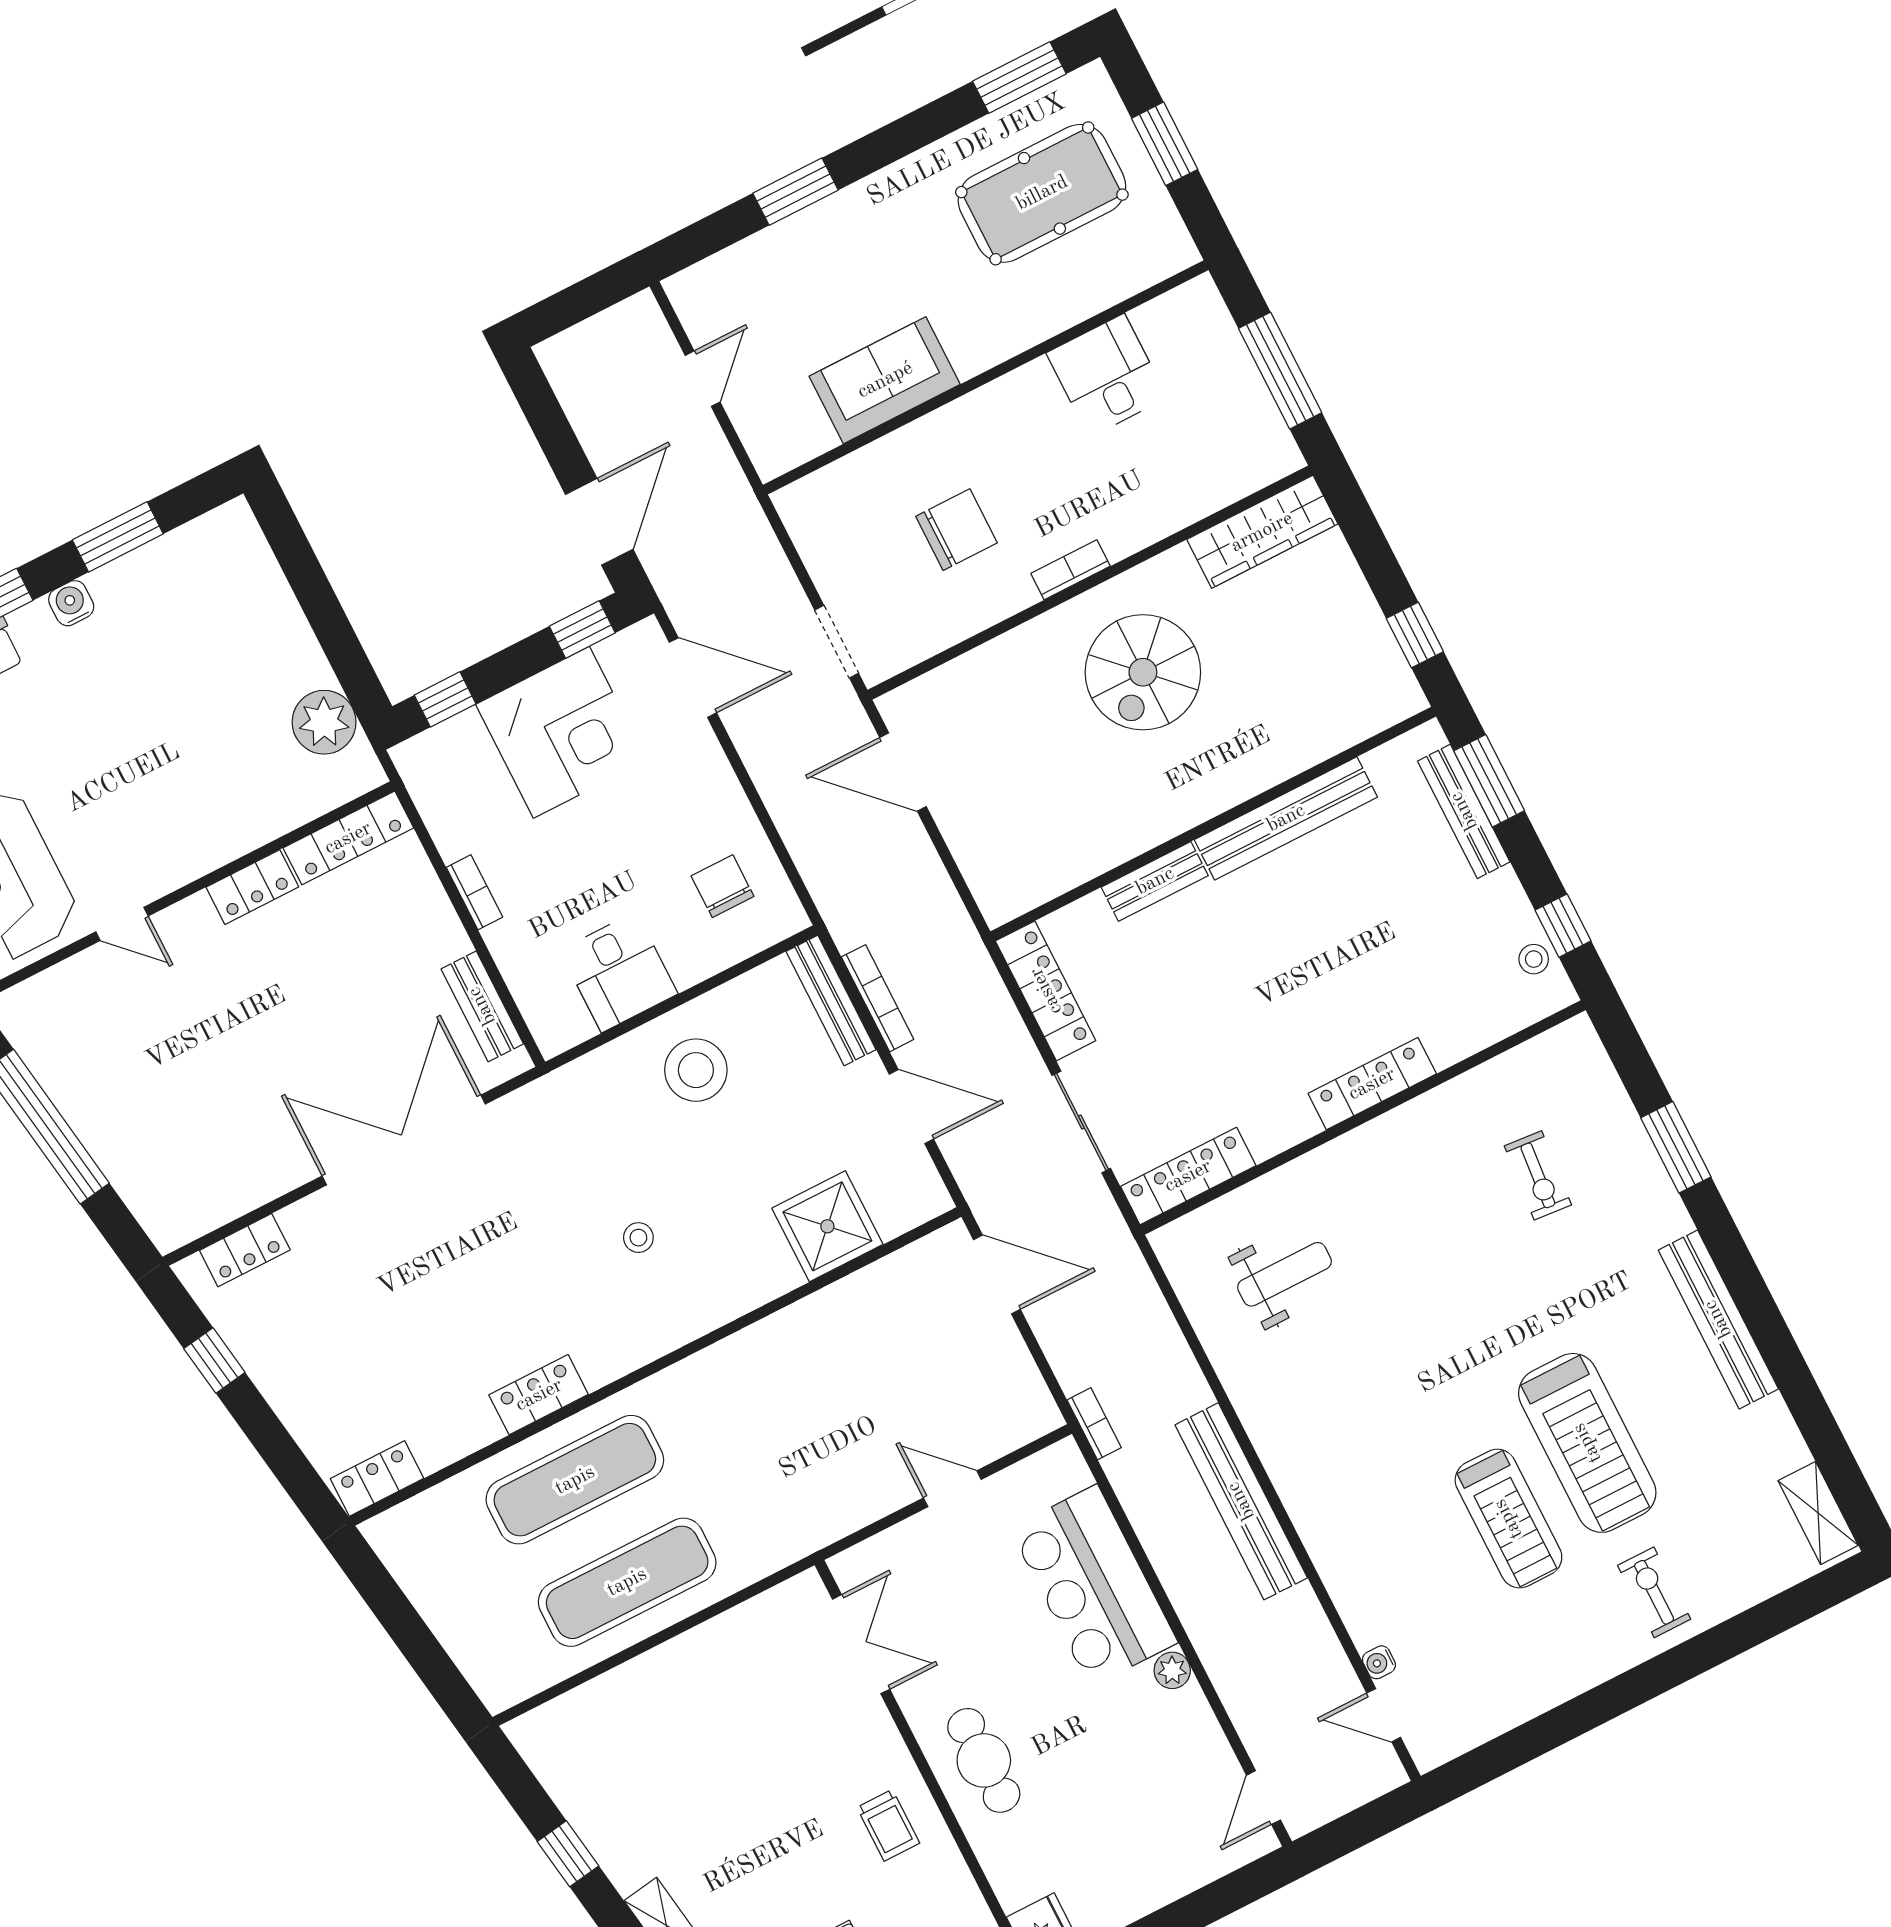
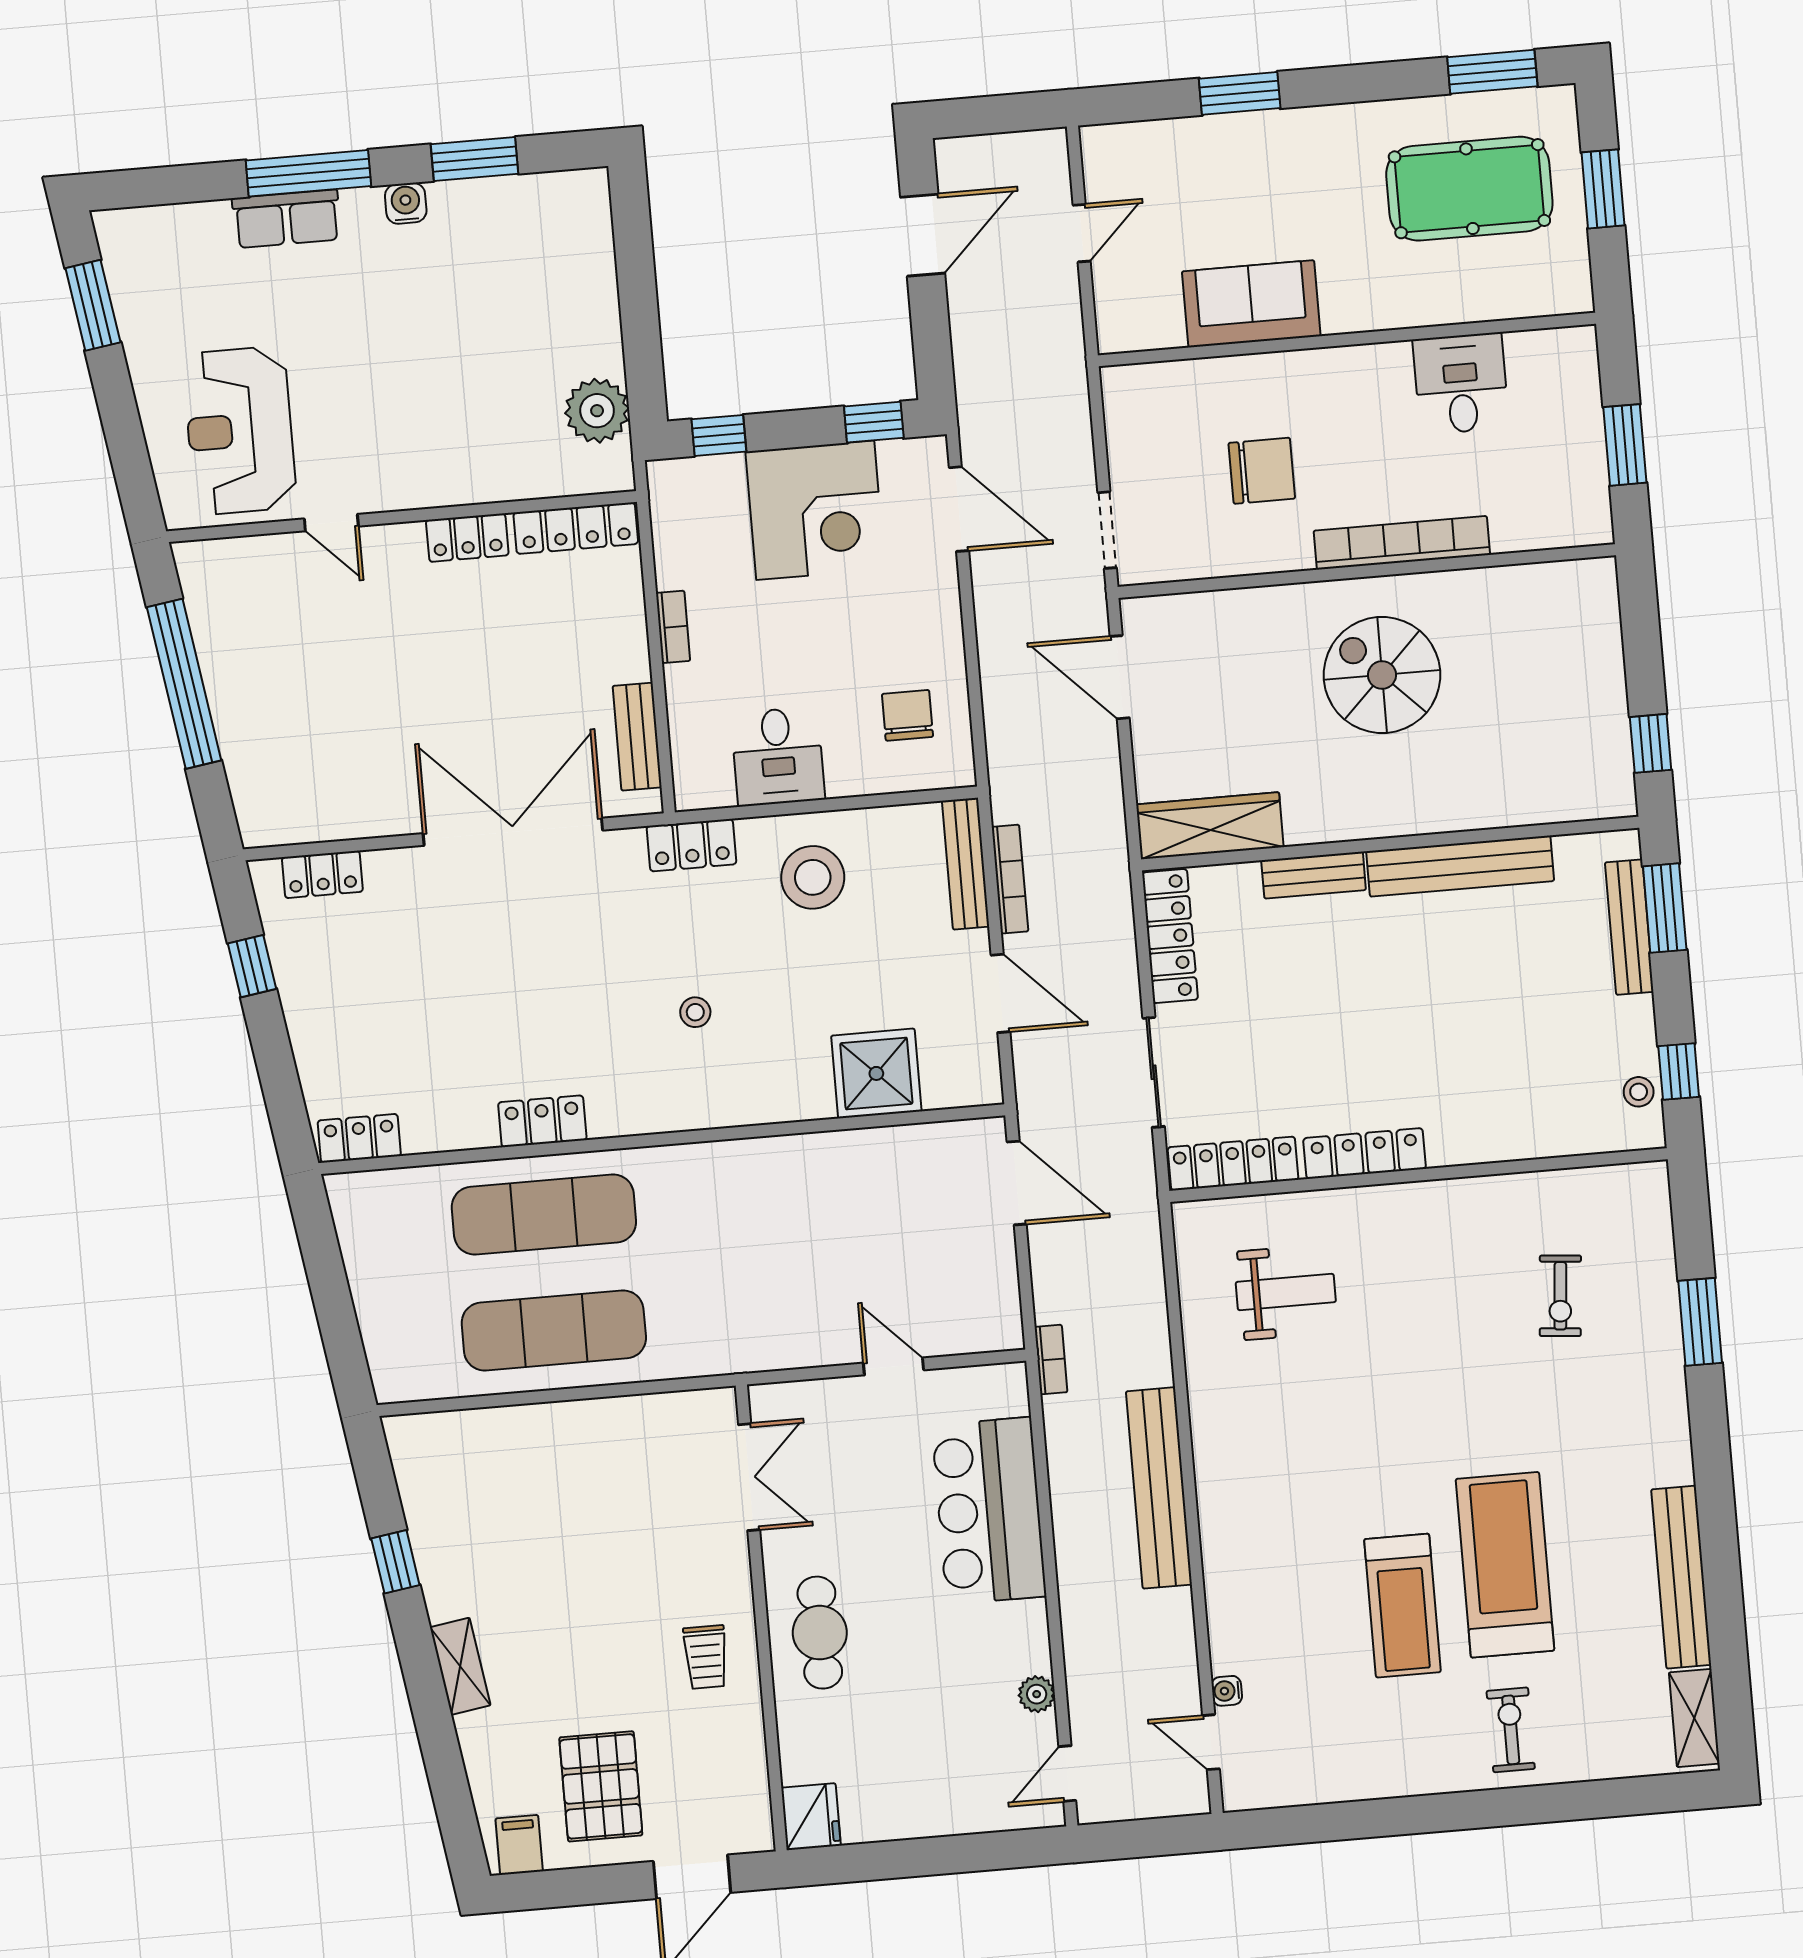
window: (1280, 371) -> (1625, 445), width x0.69
door: (599, 522) -> (923, 235), moved
wardrobe: (1262, 532) -> (1210, 826), moved, turned 180
bookcase: (1070, 570) -> (1402, 543), width x2.31, depth x1.31
spiral stairs: (1143, 672) -> (1382, 675), turned 90
locker: (1372, 1084) -> (1365, 1153), moved
locker: (573, 1086) -> (691, 845), added
bench: (1718, 1319) -> (1681, 1577), moved
treadmill: (1587, 1443) -> (1505, 1565), turned 180
plant: (1172, 1670) -> (1037, 1694), moved

